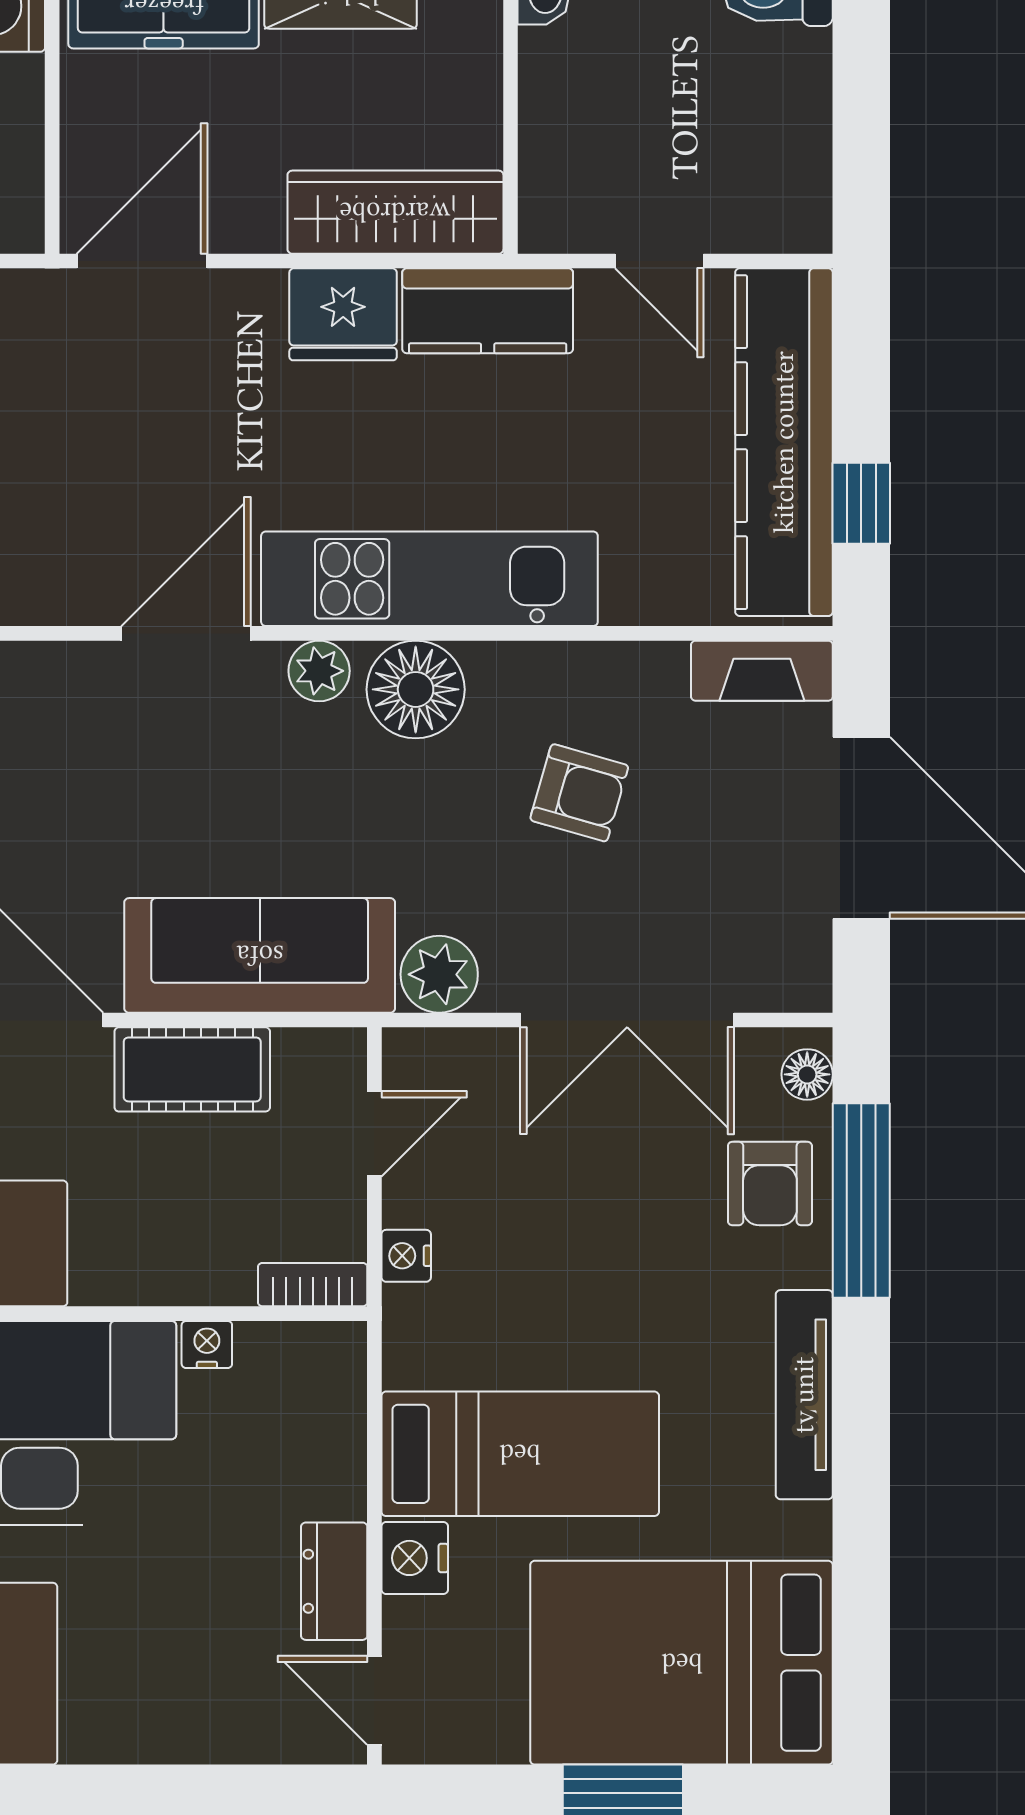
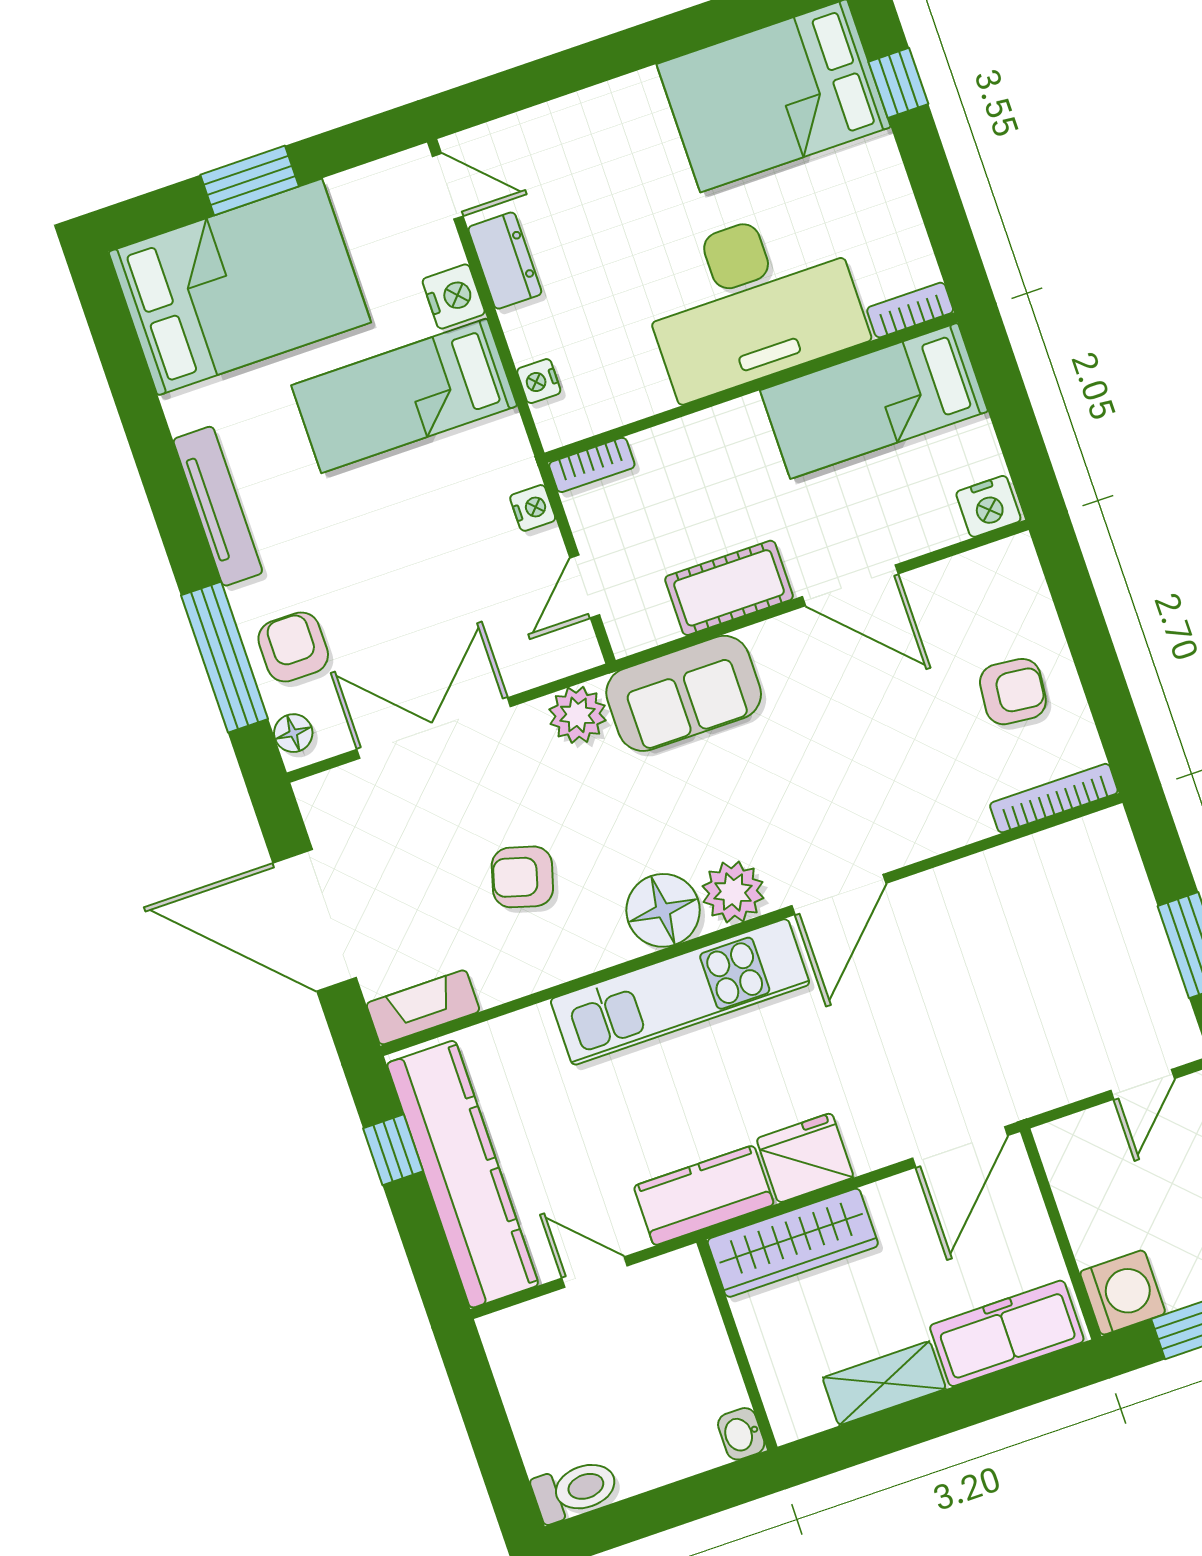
plant: (319, 671) -> (733, 892), width x1.38, depth x1.38
sofa: (260, 955) -> (684, 693), width x0.73
nightstand: (207, 1345) -> (539, 381), moved, turned 90

